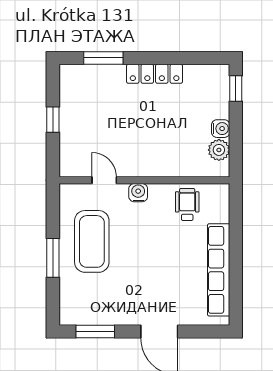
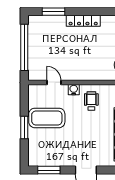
window: (53, 120) -> (24, 47), width x3.17
wheelchair: (187, 204) -> (91, 101), moved
coffee table: (92, 241) -> (47, 118), turned 90

